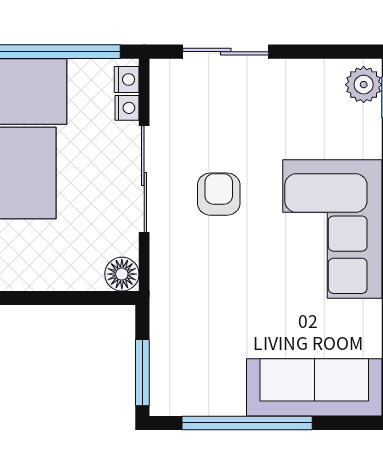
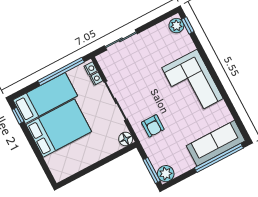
armchair: (219, 194) -> (153, 126), moved, turned 180
plant: (170, 396) -> (166, 174), added
window: (247, 423) -> (219, 158), moved

